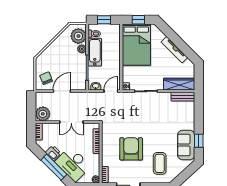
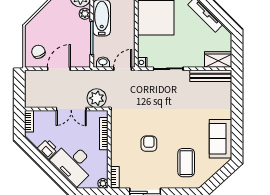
wardrobe: (179, 84) -> (218, 60), width x0.67
bench: (183, 97) -> (211, 76), width x1.36
plant: (43, 114) -> (97, 98), moved
window: (199, 141) -> (237, 133), removed
armchair: (131, 149) -> (149, 144), width x0.53, depth x0.53
window: (54, 167) -> (49, 168), removed

